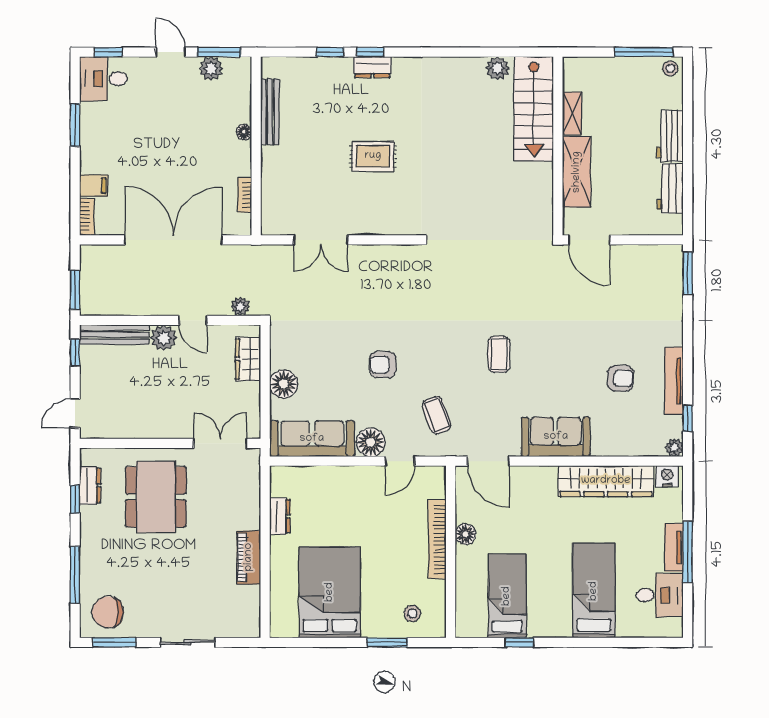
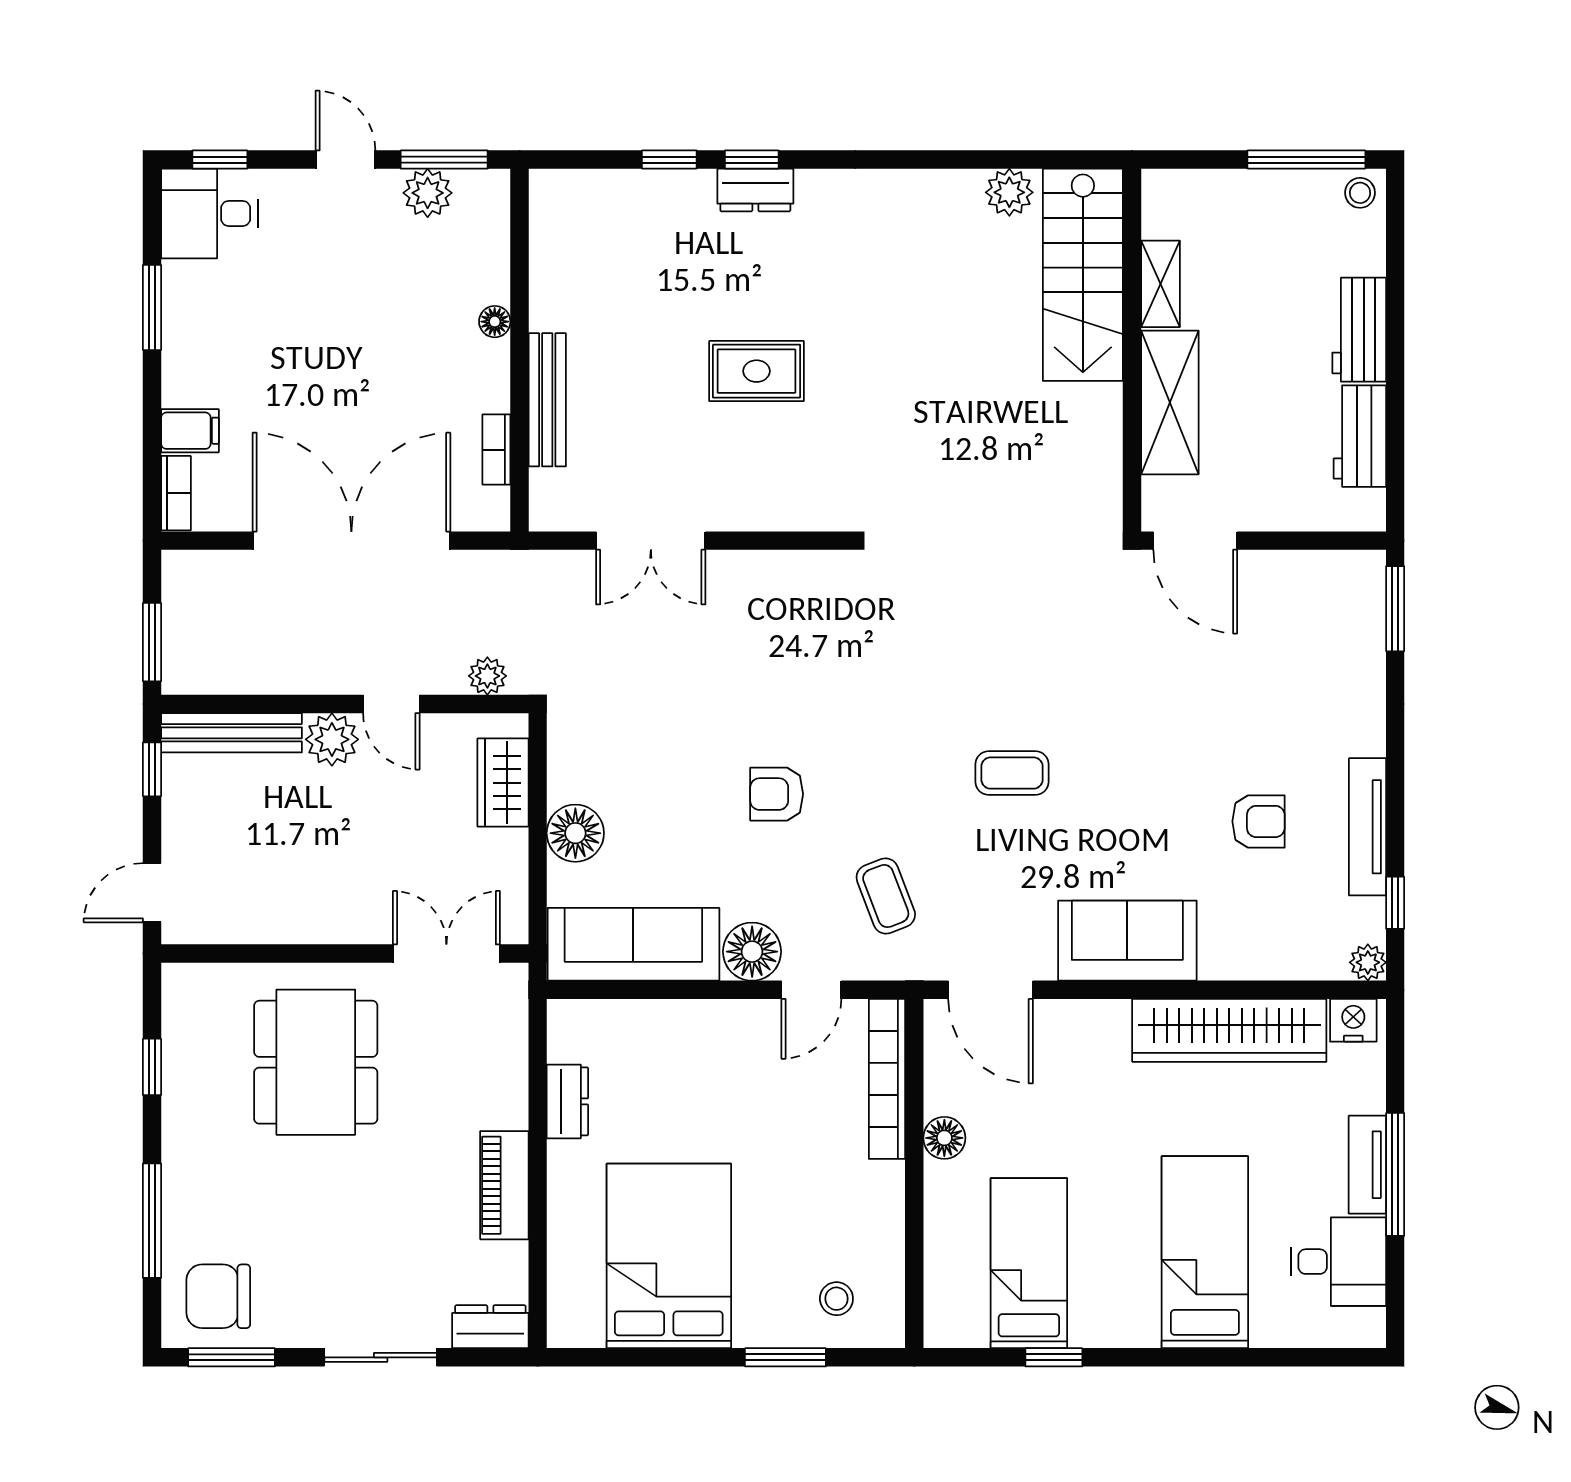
bench: (270, 112) -> (547, 400), moved
coffee table: (499, 354) -> (1012, 773), turned 90
dresser: (90, 486) -> (490, 1327), moved, turned -90
bookcase: (437, 539) -> (887, 1079), moved

